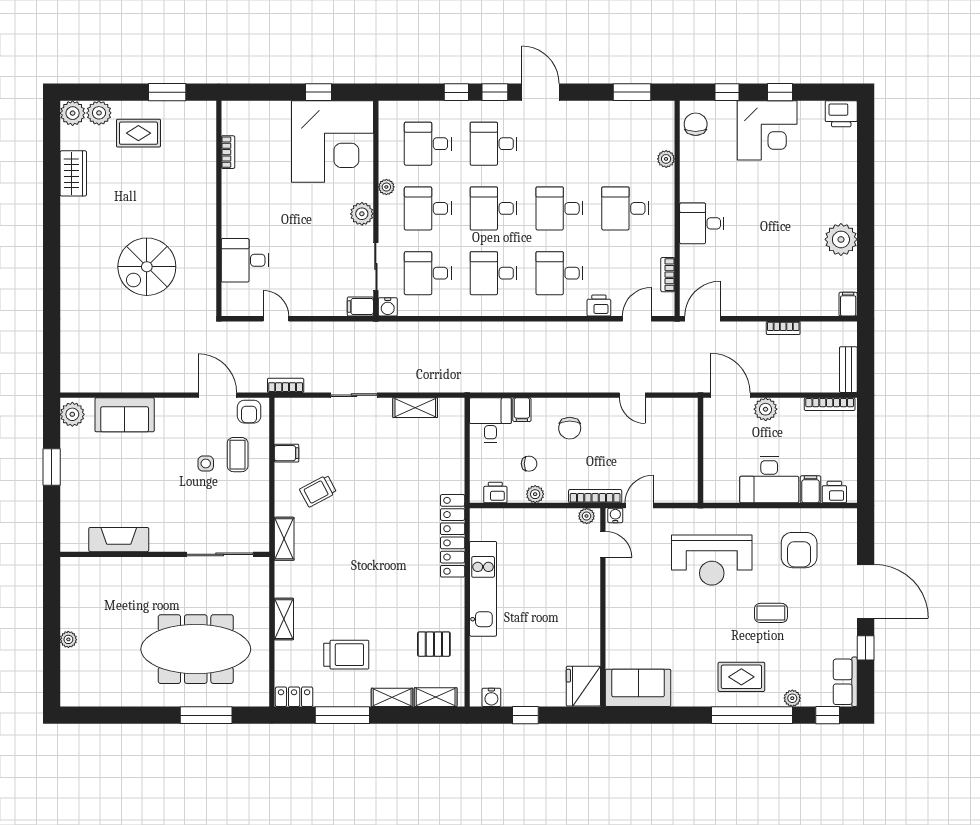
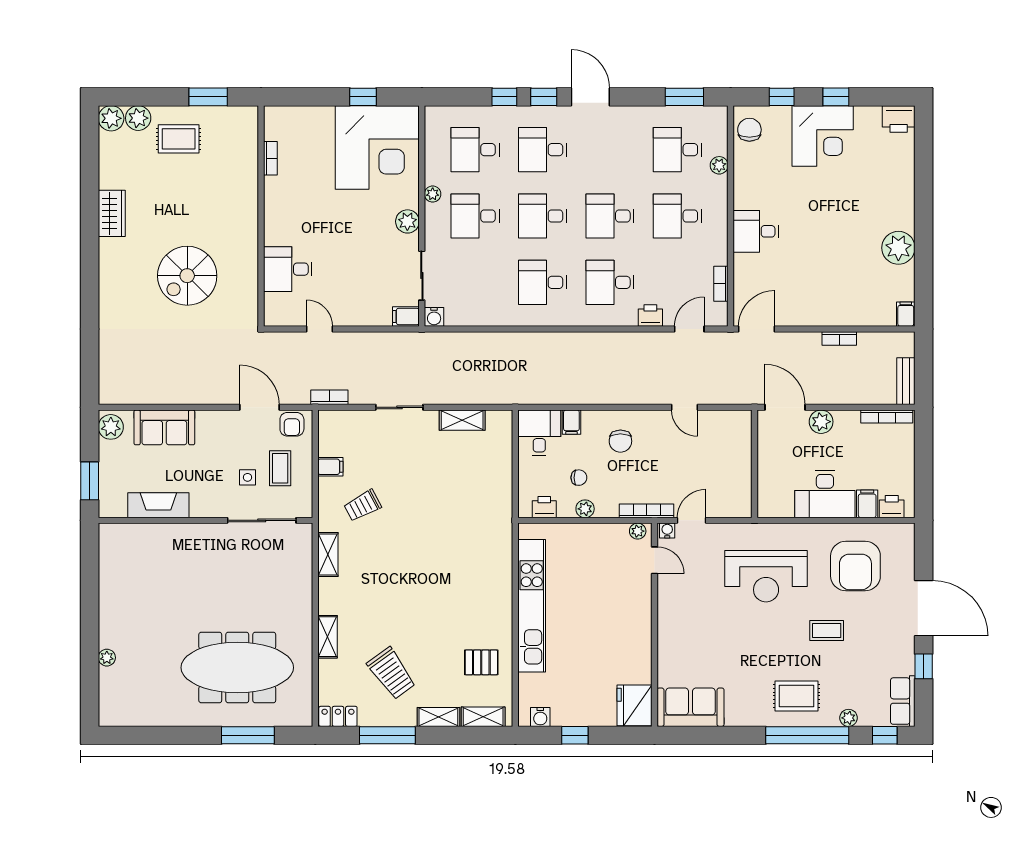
wardrobe: (73, 173) -> (112, 213), moved
desk: (428, 273) -> (677, 150), moved
locker: (453, 536) -> (500, 551), removed
fireplace: (119, 540) -> (158, 505), moved
armchair: (799, 550) -> (855, 566), width x1.36, depth x1.36
wall: (165, 554) -> (206, 520), moved
sliding door: (220, 554) -> (262, 520), moved
kitchen unit: (483, 589) -> (532, 606), width x1.36
trolley: (346, 655) -> (392, 673), turned 54

